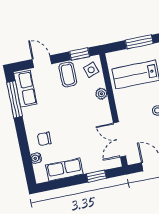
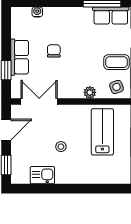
chair: (44, 139) -> (54, 51), moved
row of seats: (64, 170) -> (20, 57), moved

